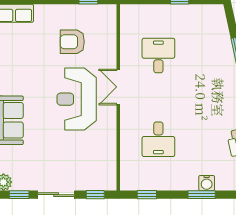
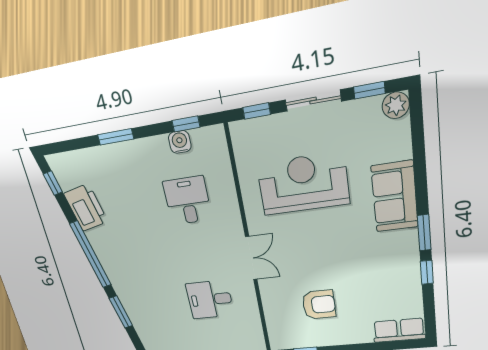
desk: (158, 56) -> (210, 300), turned 90
reception desk: (77, 99) -> (303, 184), moved, turned -90
water cooler: (207, 183) -> (180, 142), moved

